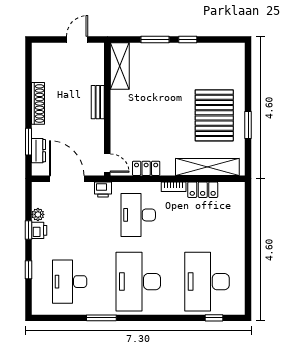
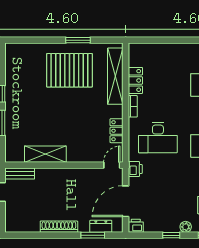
shelving: (120, 66) -> (45, 154), moved
bench: (98, 102) -> (20, 174), moved
plant: (38, 214) -> (186, 227), moved
printer: (39, 230) -> (136, 226), moved

